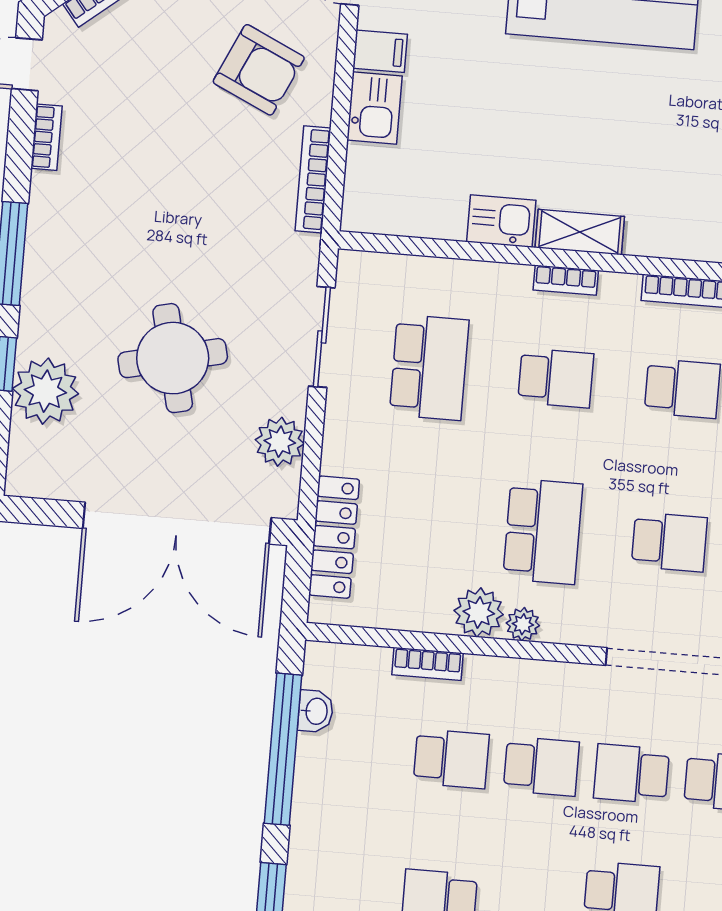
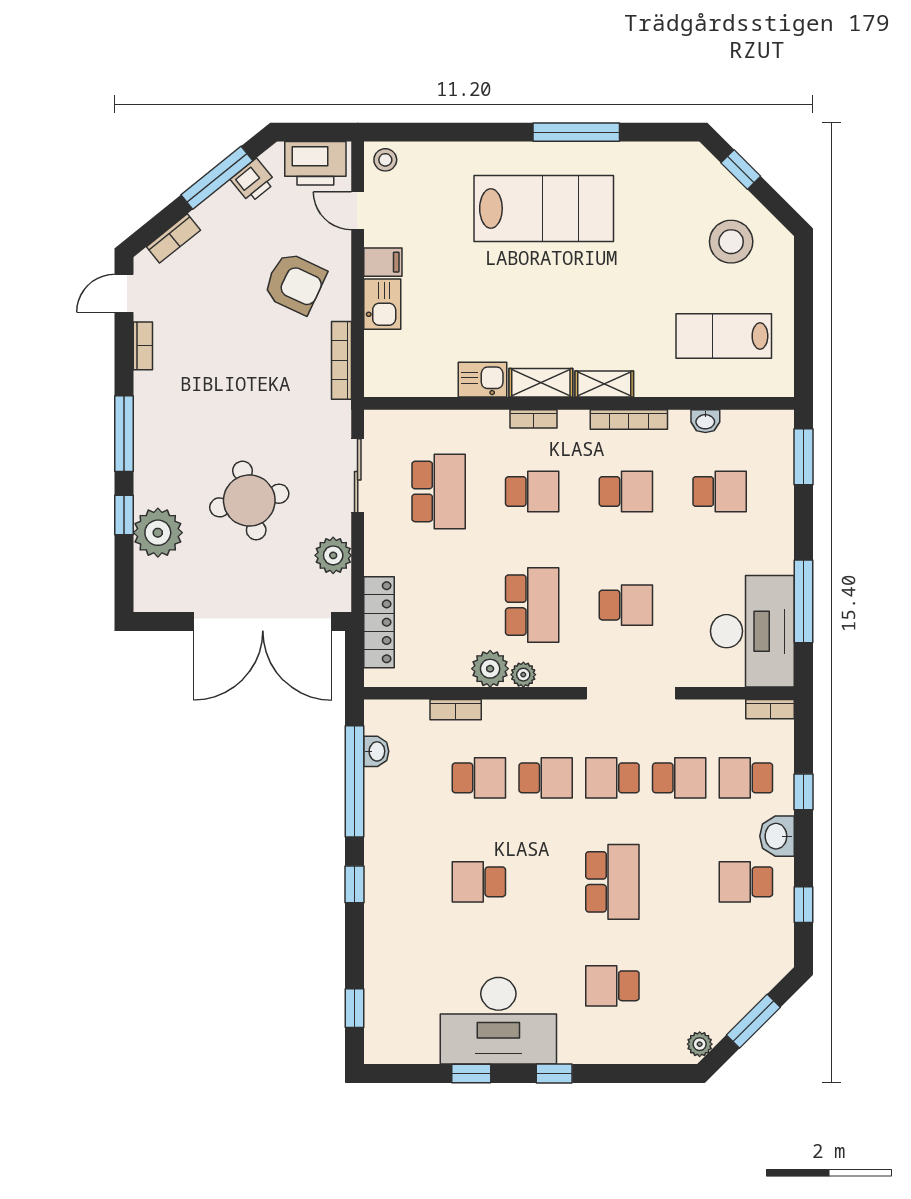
shelving: (665, 241) -> (604, 384), added

